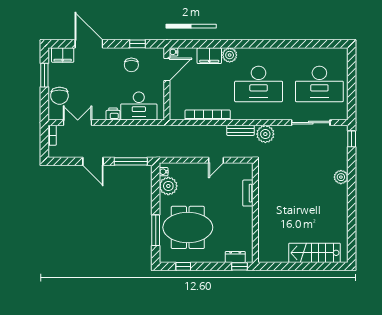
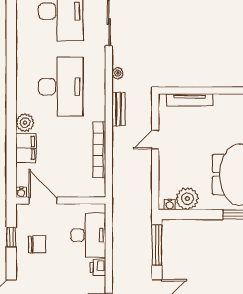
plant: (265, 134) -> (118, 73), width x0.53, depth x0.53
door: (216, 160) -> (155, 139), swing flipped
tv unit: (248, 193) -> (190, 100), width x1.41

